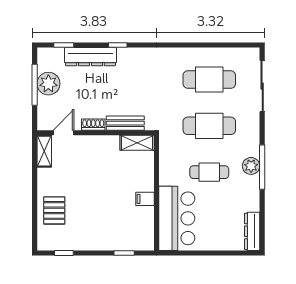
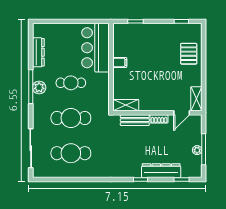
plant: (48, 84) -> (197, 150), width x0.53, depth x0.53
dresser: (252, 231) -> (38, 52), moved

